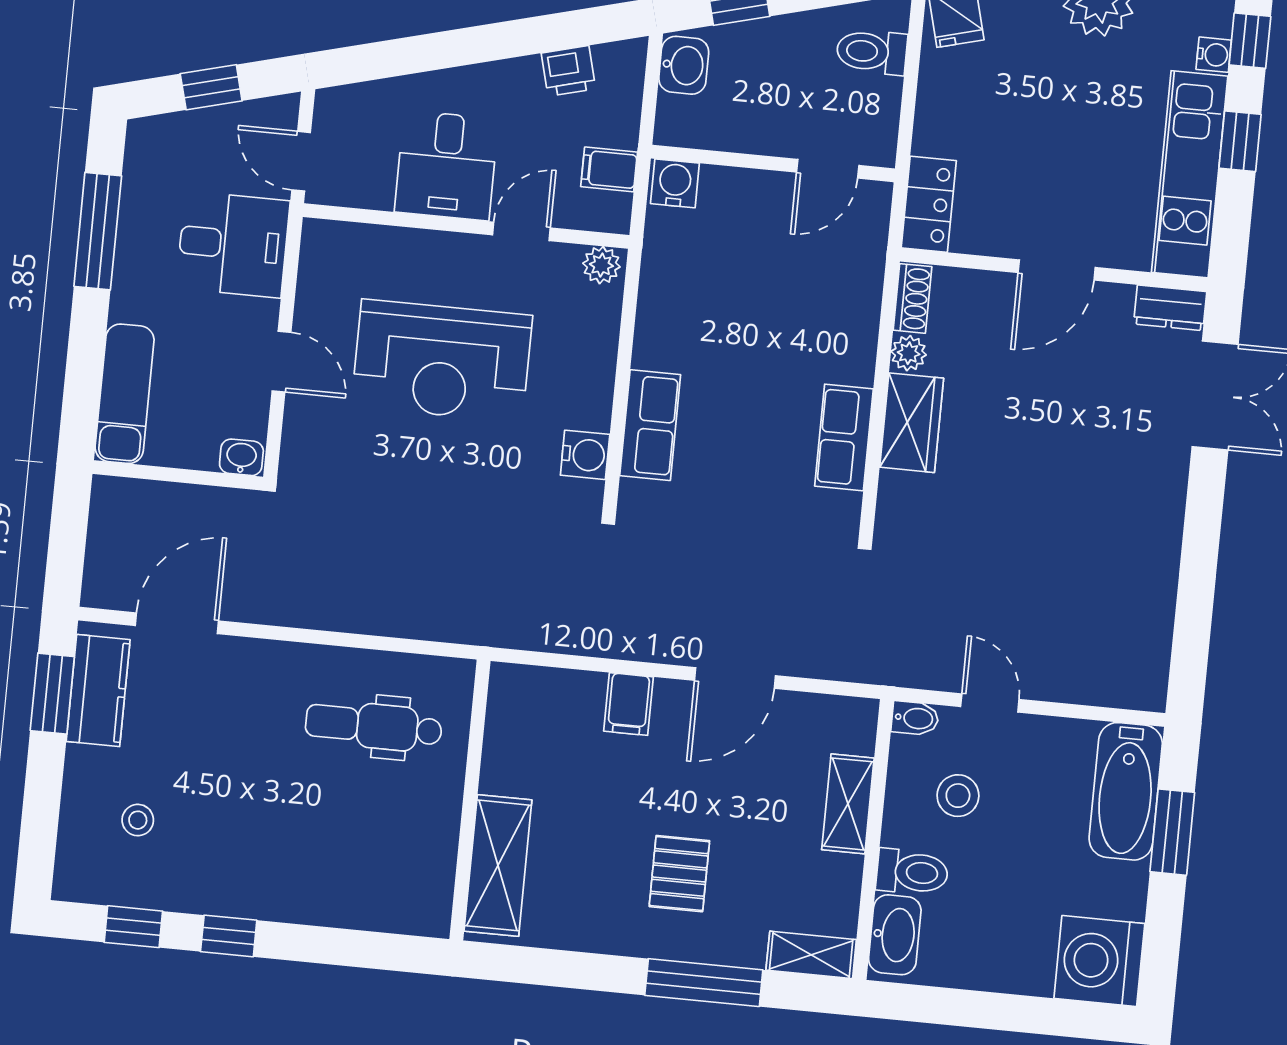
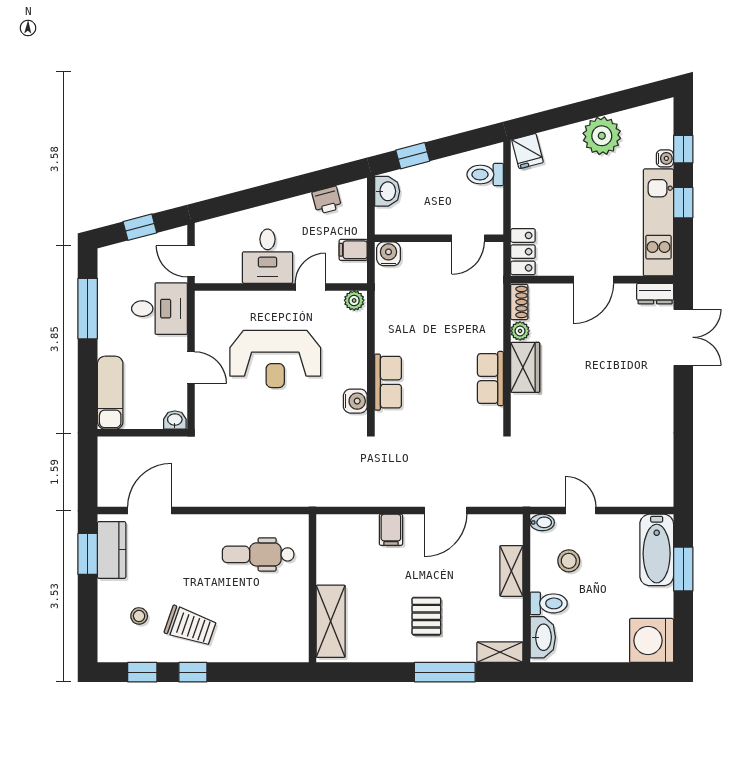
trolley: (233, 849) -> (190, 626), added

